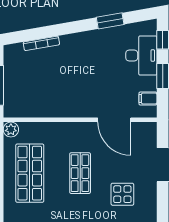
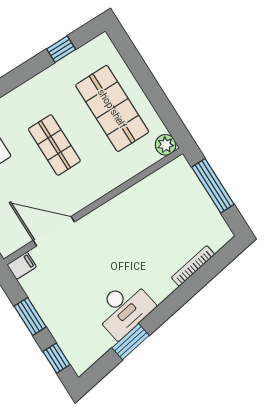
desk: (141, 55) -> (124, 309), moved, turned -100
filing cabinet: (148, 98) -> (22, 266), moved

